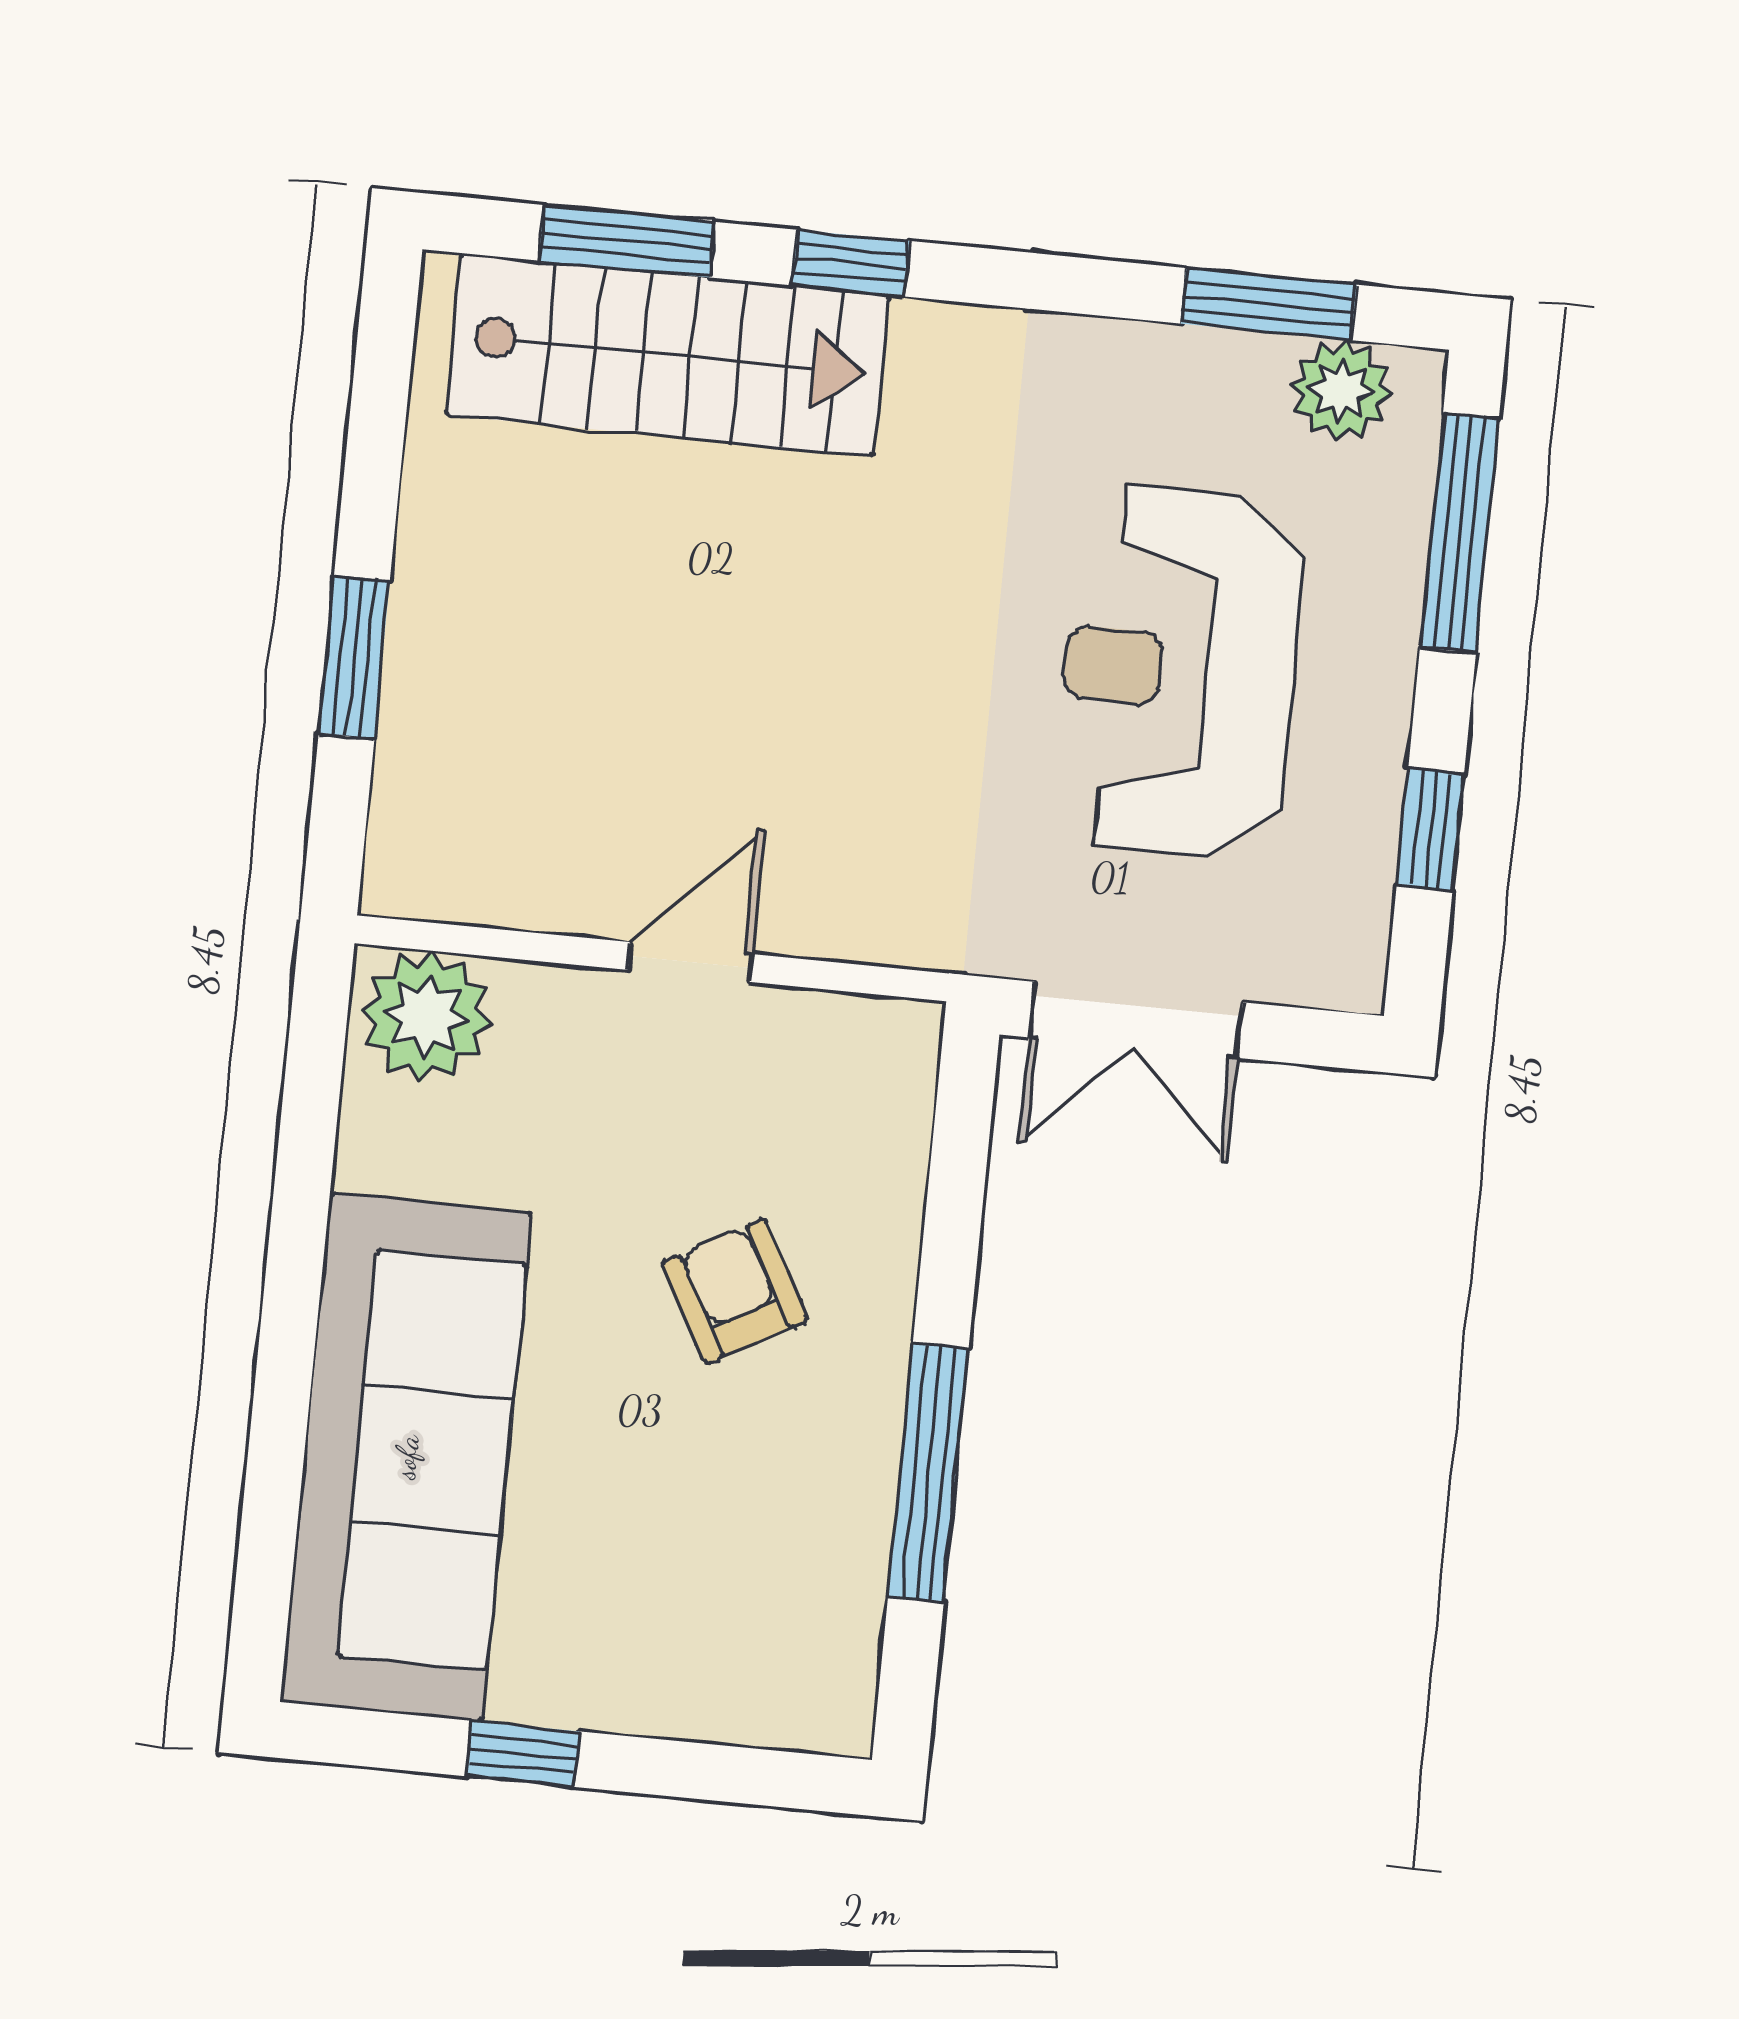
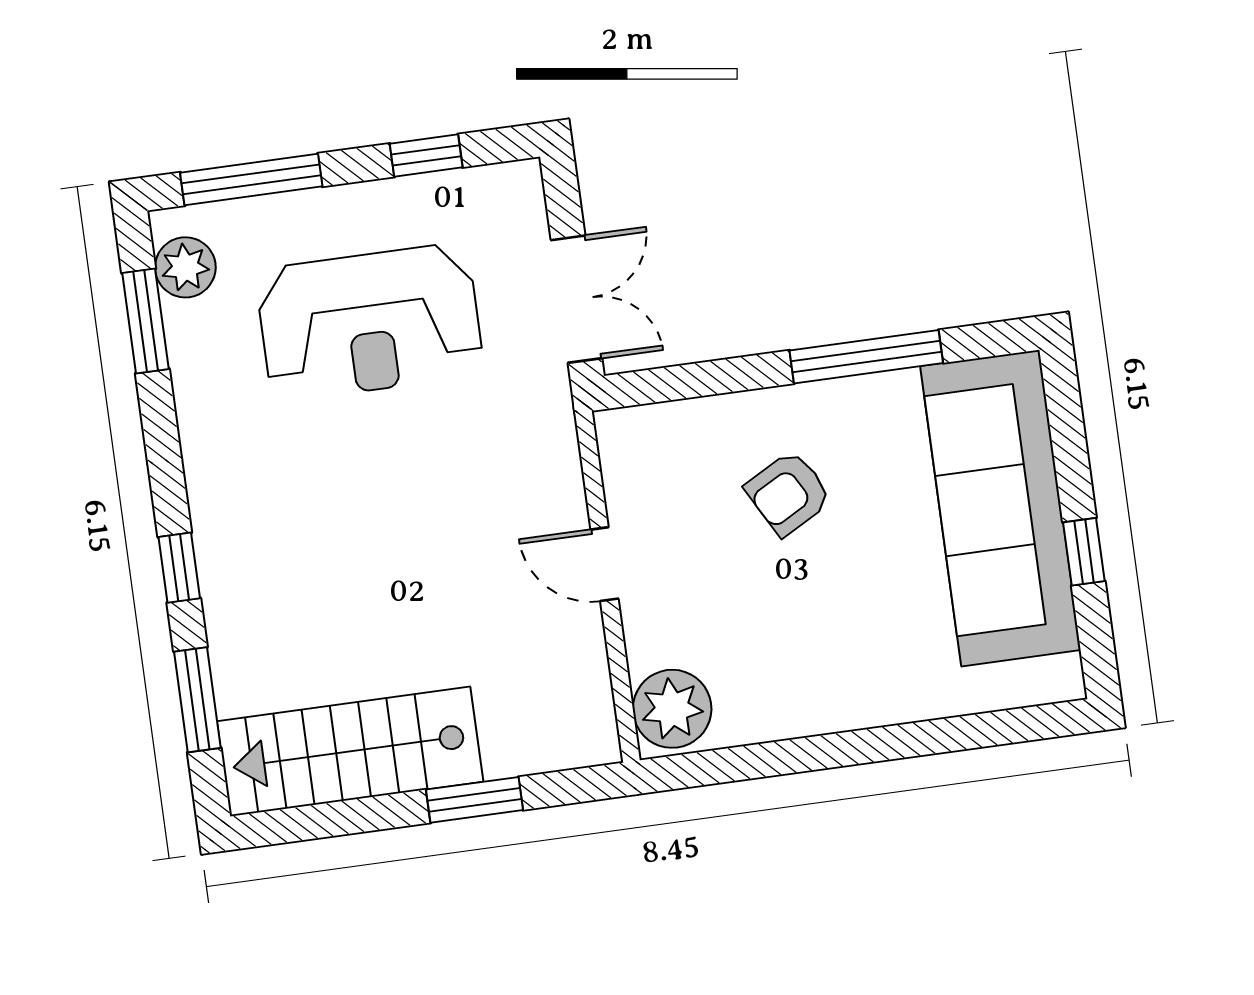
stairs: (668, 355) -> (350, 751), moved, turned -90
sofa: (406, 1457) -> (1000, 508), moved, turned -90

